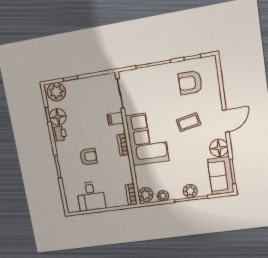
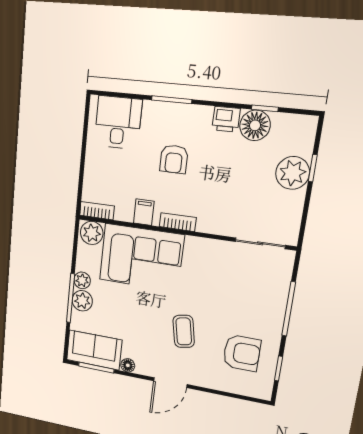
armchair: (190, 83) -> (242, 353), turned 90
plant: (56, 92) -> (293, 173), moved
filing cabinet: (115, 119) -> (144, 212), moved
door: (226, 121) -> (170, 383), hinge flipped
corner sofa: (147, 138) -> (141, 258), moved
floor lamp: (219, 148) -> (128, 365), width x0.53, depth x0.53
desk: (91, 196) -> (118, 123), moved, turned 90
plant: (163, 196) -> (82, 280), moved

